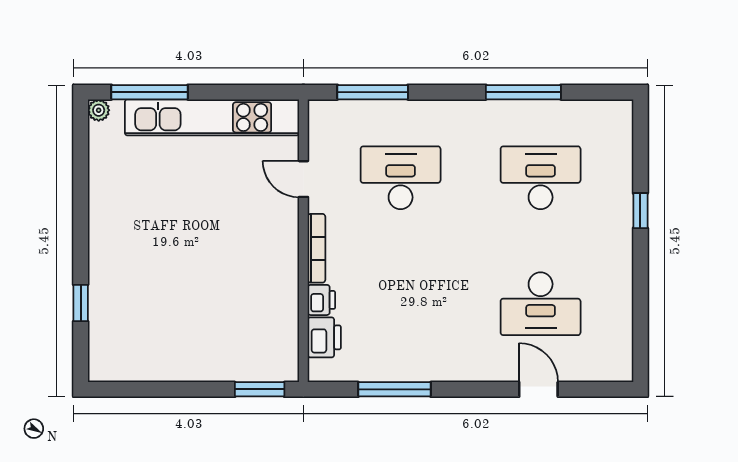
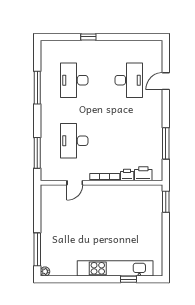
kitchen unit: (212, 117) -> (115, 268), moved, turned -90

